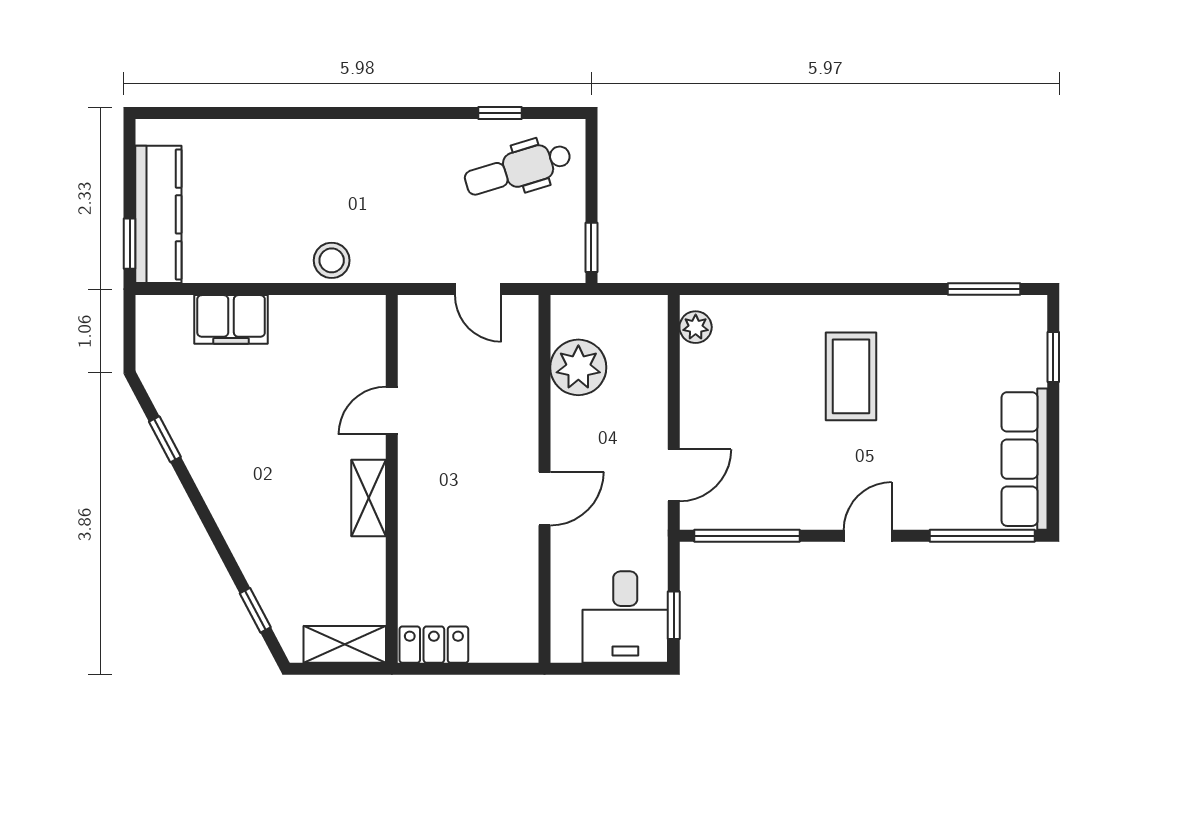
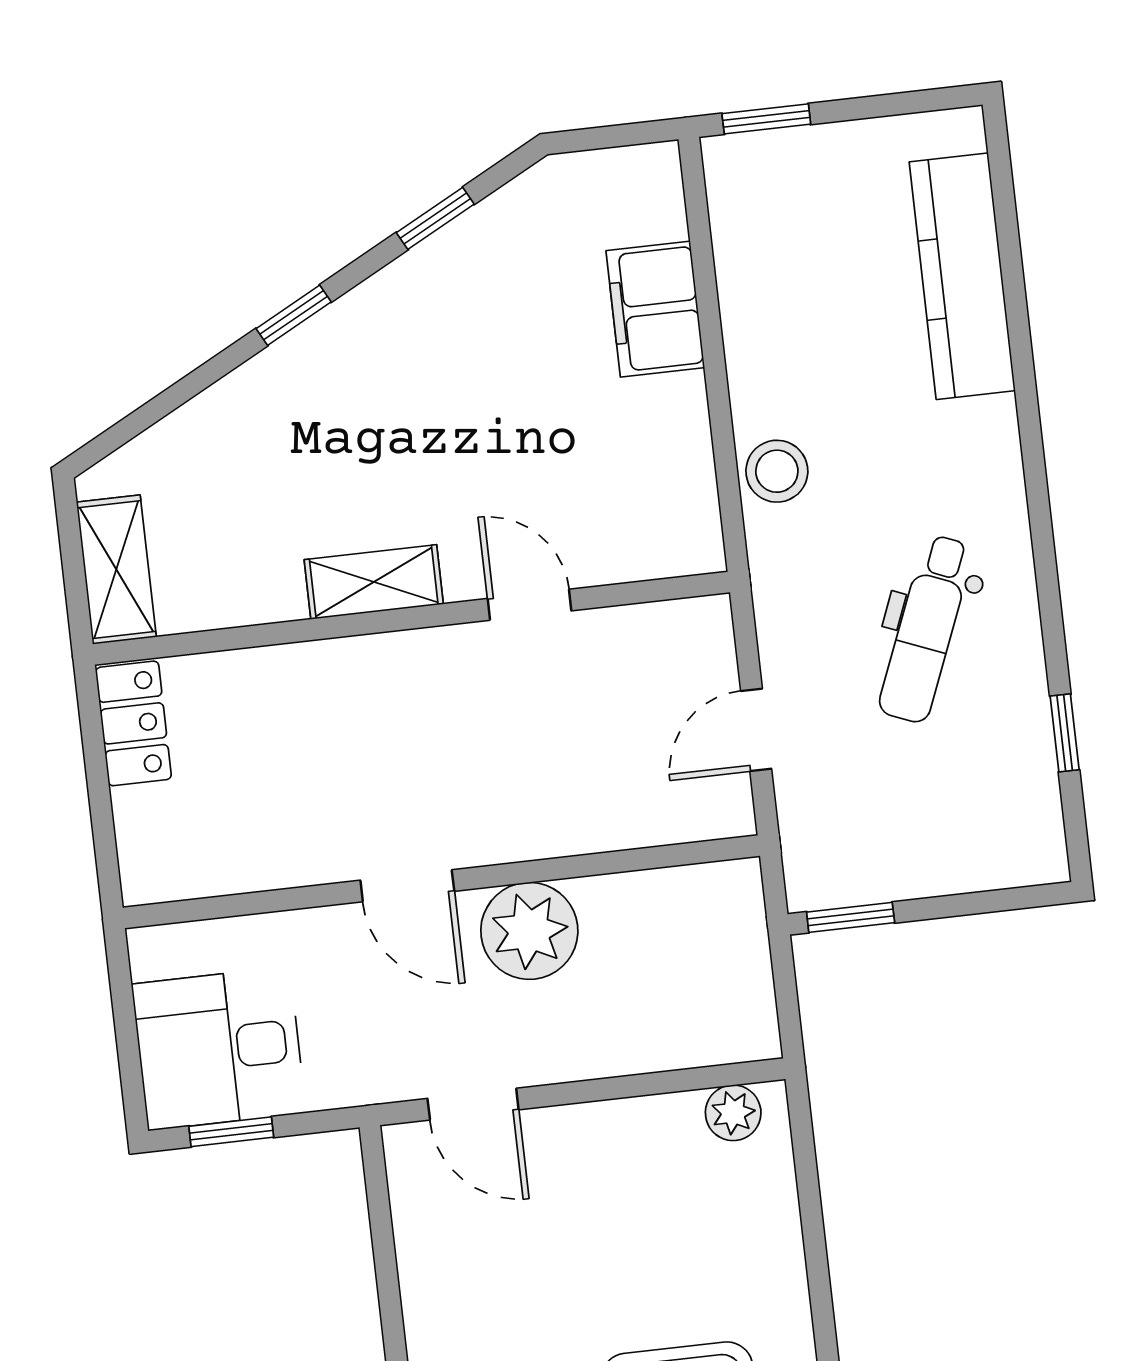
dental chair: (518, 169) -> (926, 629), moved, turned -141
kitchen counter: (158, 214) -> (962, 276), moved, turned 90
plant: (578, 367) -> (529, 931), moved
window: (747, 536) -> (383, 1243), removed
window: (255, 610) -> (294, 315), moved

